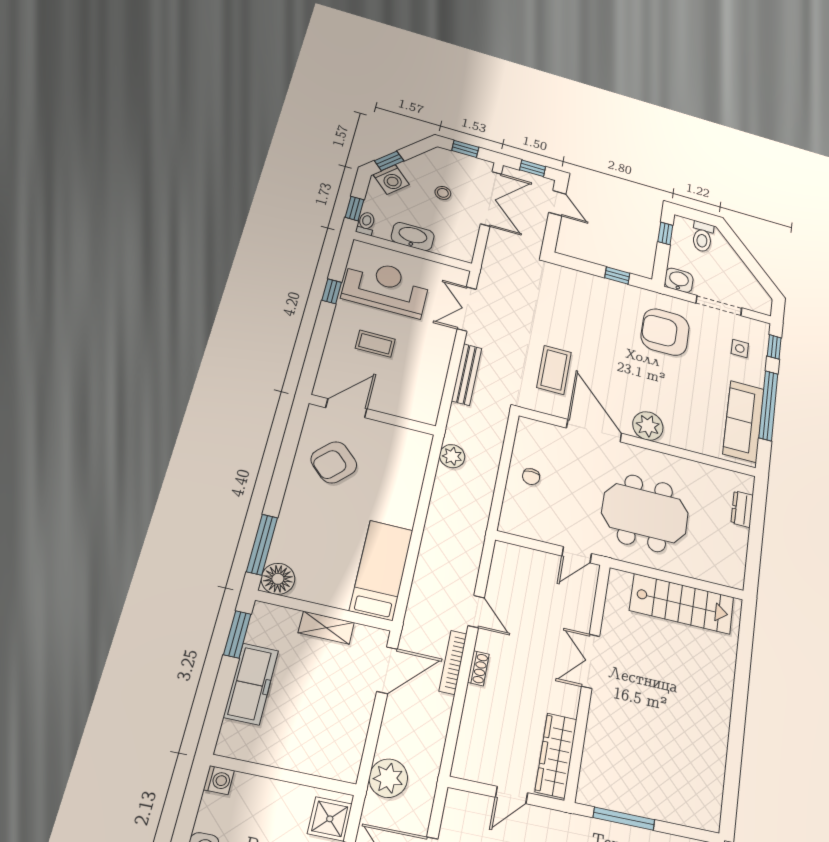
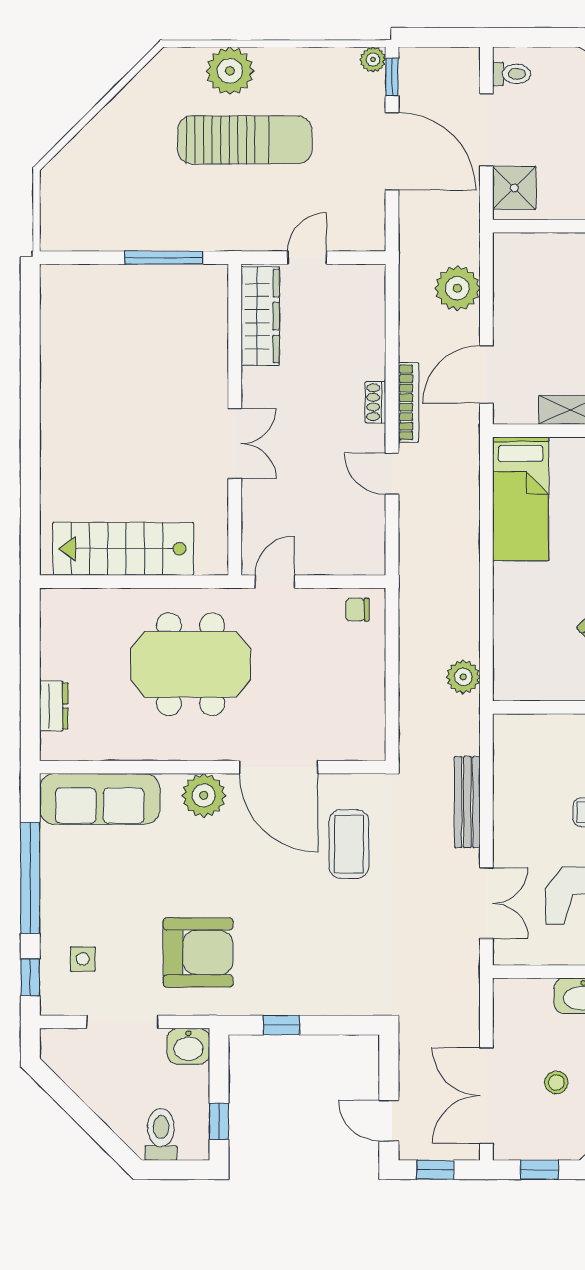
sofa: (744, 421) -> (100, 799), moved, turned 90
chair: (531, 477) -> (357, 610), moved, turned -90
plant: (388, 778) -> (457, 288), moved

